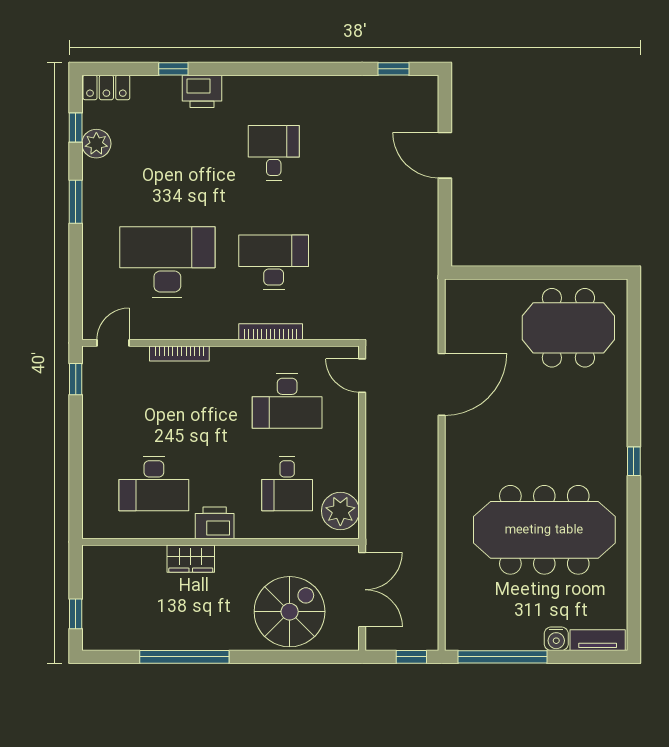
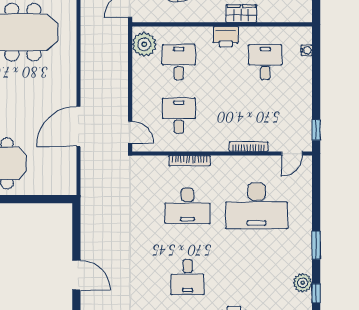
desk: (287, 401) -> (179, 116), width x0.73
desk: (154, 484) -> (265, 62), width x0.73
water cooler: (90, 502) -> (307, 50), added

